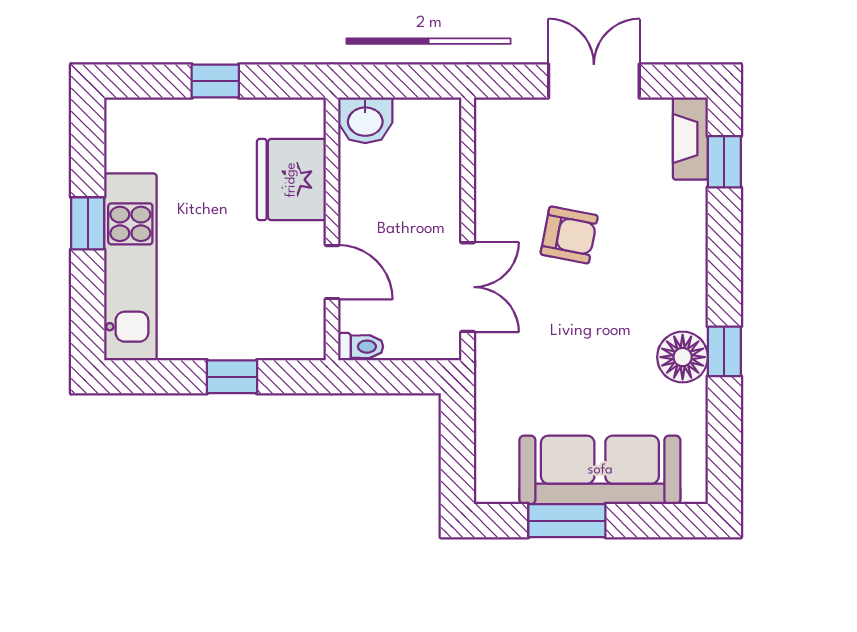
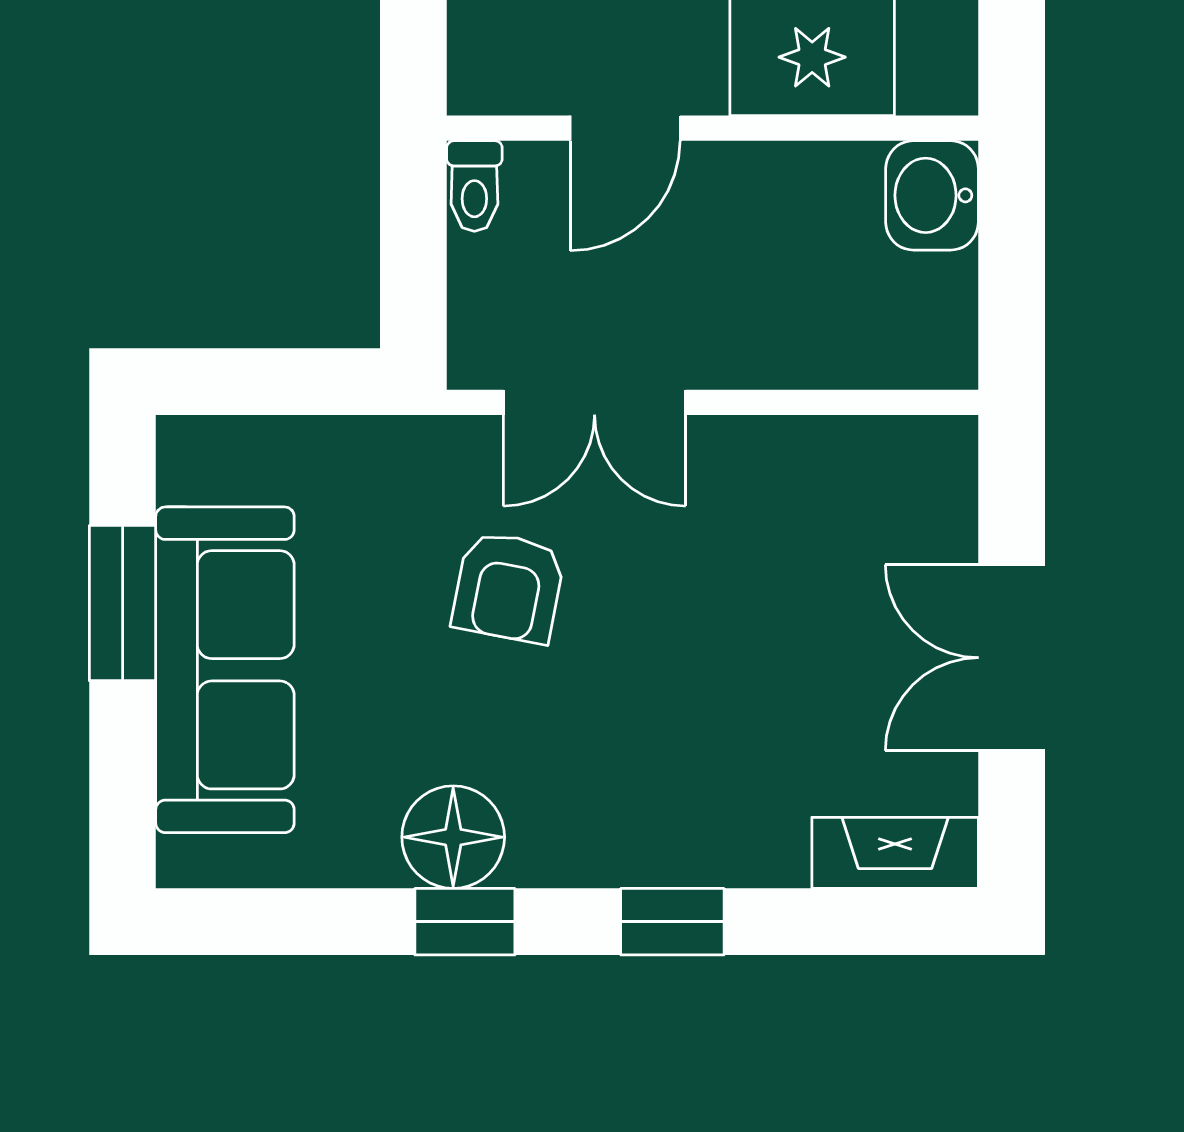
double door: (594, 81) -> (1012, 658), swing flipped
window: (724, 162) -> (672, 922), moved
armchair: (569, 235) -> (508, 587), moved

